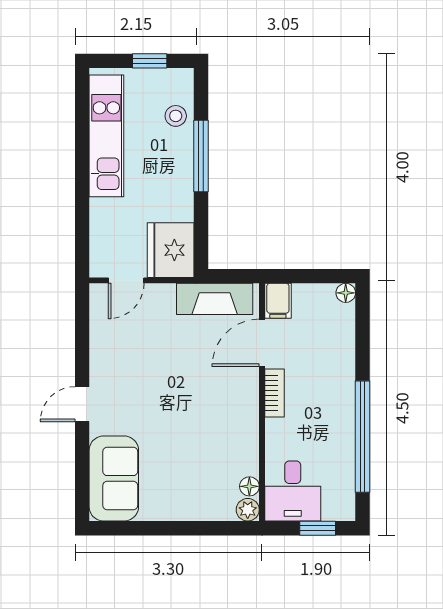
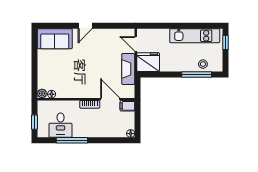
window: (150, 61) -> (225, 42), moved
window: (201, 156) -> (197, 74), moved
fireplace: (215, 299) -> (128, 69), moved
door: (82, 404) -> (85, 26), swing flipped
window: (362, 437) -> (72, 140), width x0.68
desk: (293, 491) -> (61, 125), moved, turned -90

